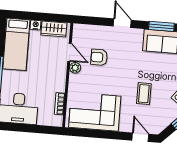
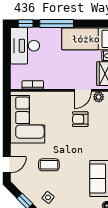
armchair: (99, 57) -> (80, 119), turned -90
plant: (75, 68) -> (99, 97), moved

